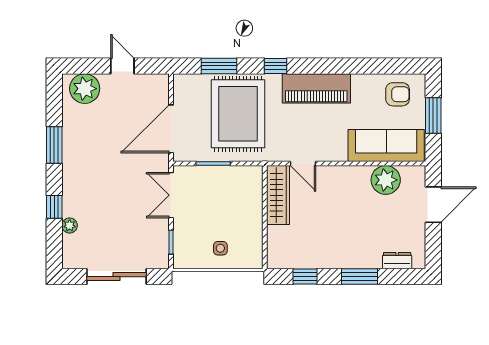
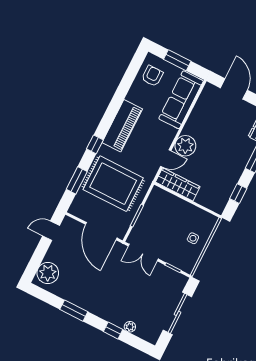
door: (122, 66) -> (51, 231), moved
plant: (386, 180) -> (185, 146), moved

